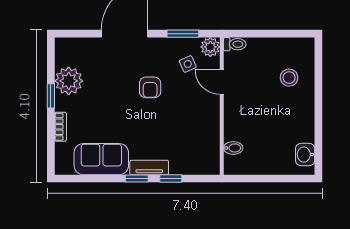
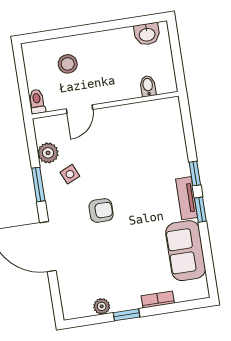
toilet: (235, 44) -> (37, 102), moved
plant: (69, 81) -> (102, 306), width x0.53, depth x0.53
door: (222, 82) -> (80, 109), moved
wall: (222, 106) -> (105, 105), moved
bidet: (233, 148) -> (148, 86), moved

